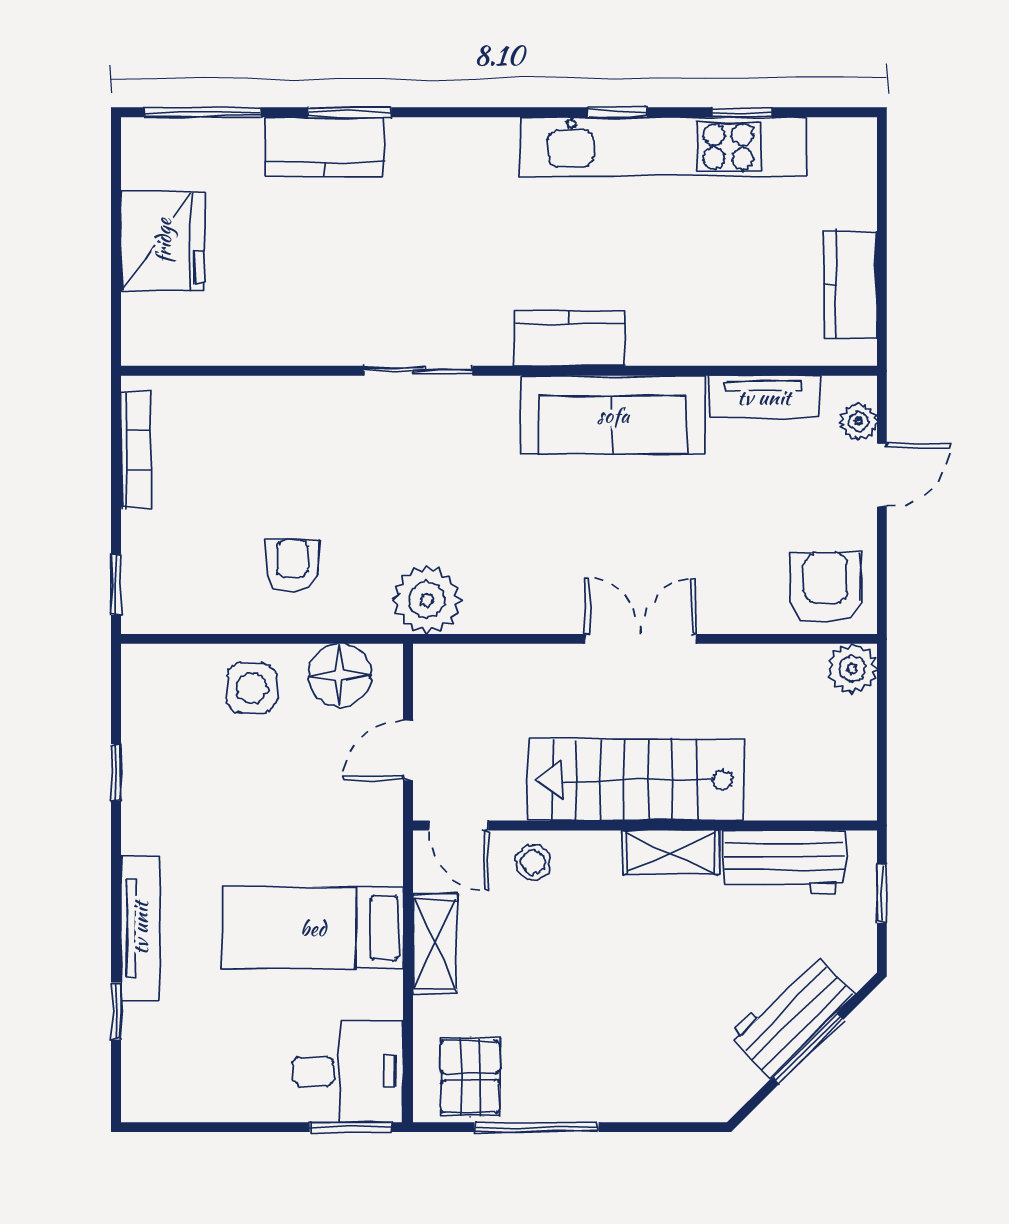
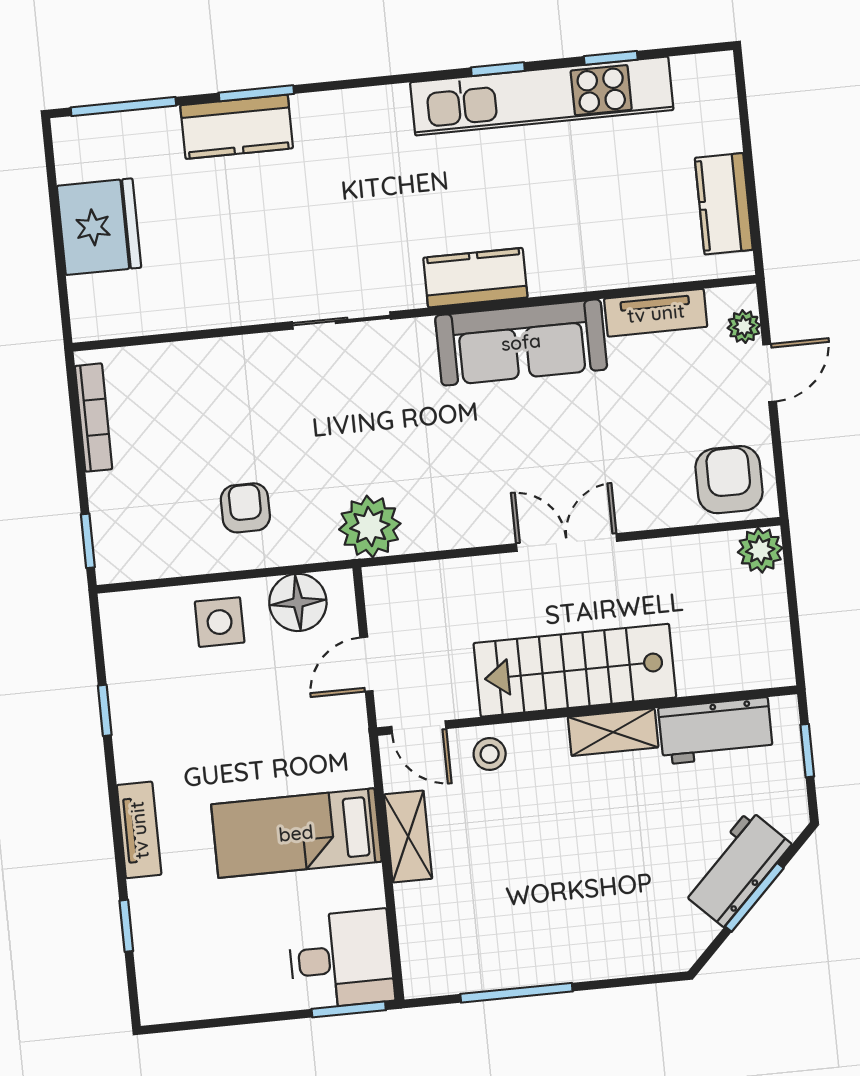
tv unit: (140, 928) -> (139, 830), width x0.71
pallet: (470, 1077) -> (452, 953), removed

